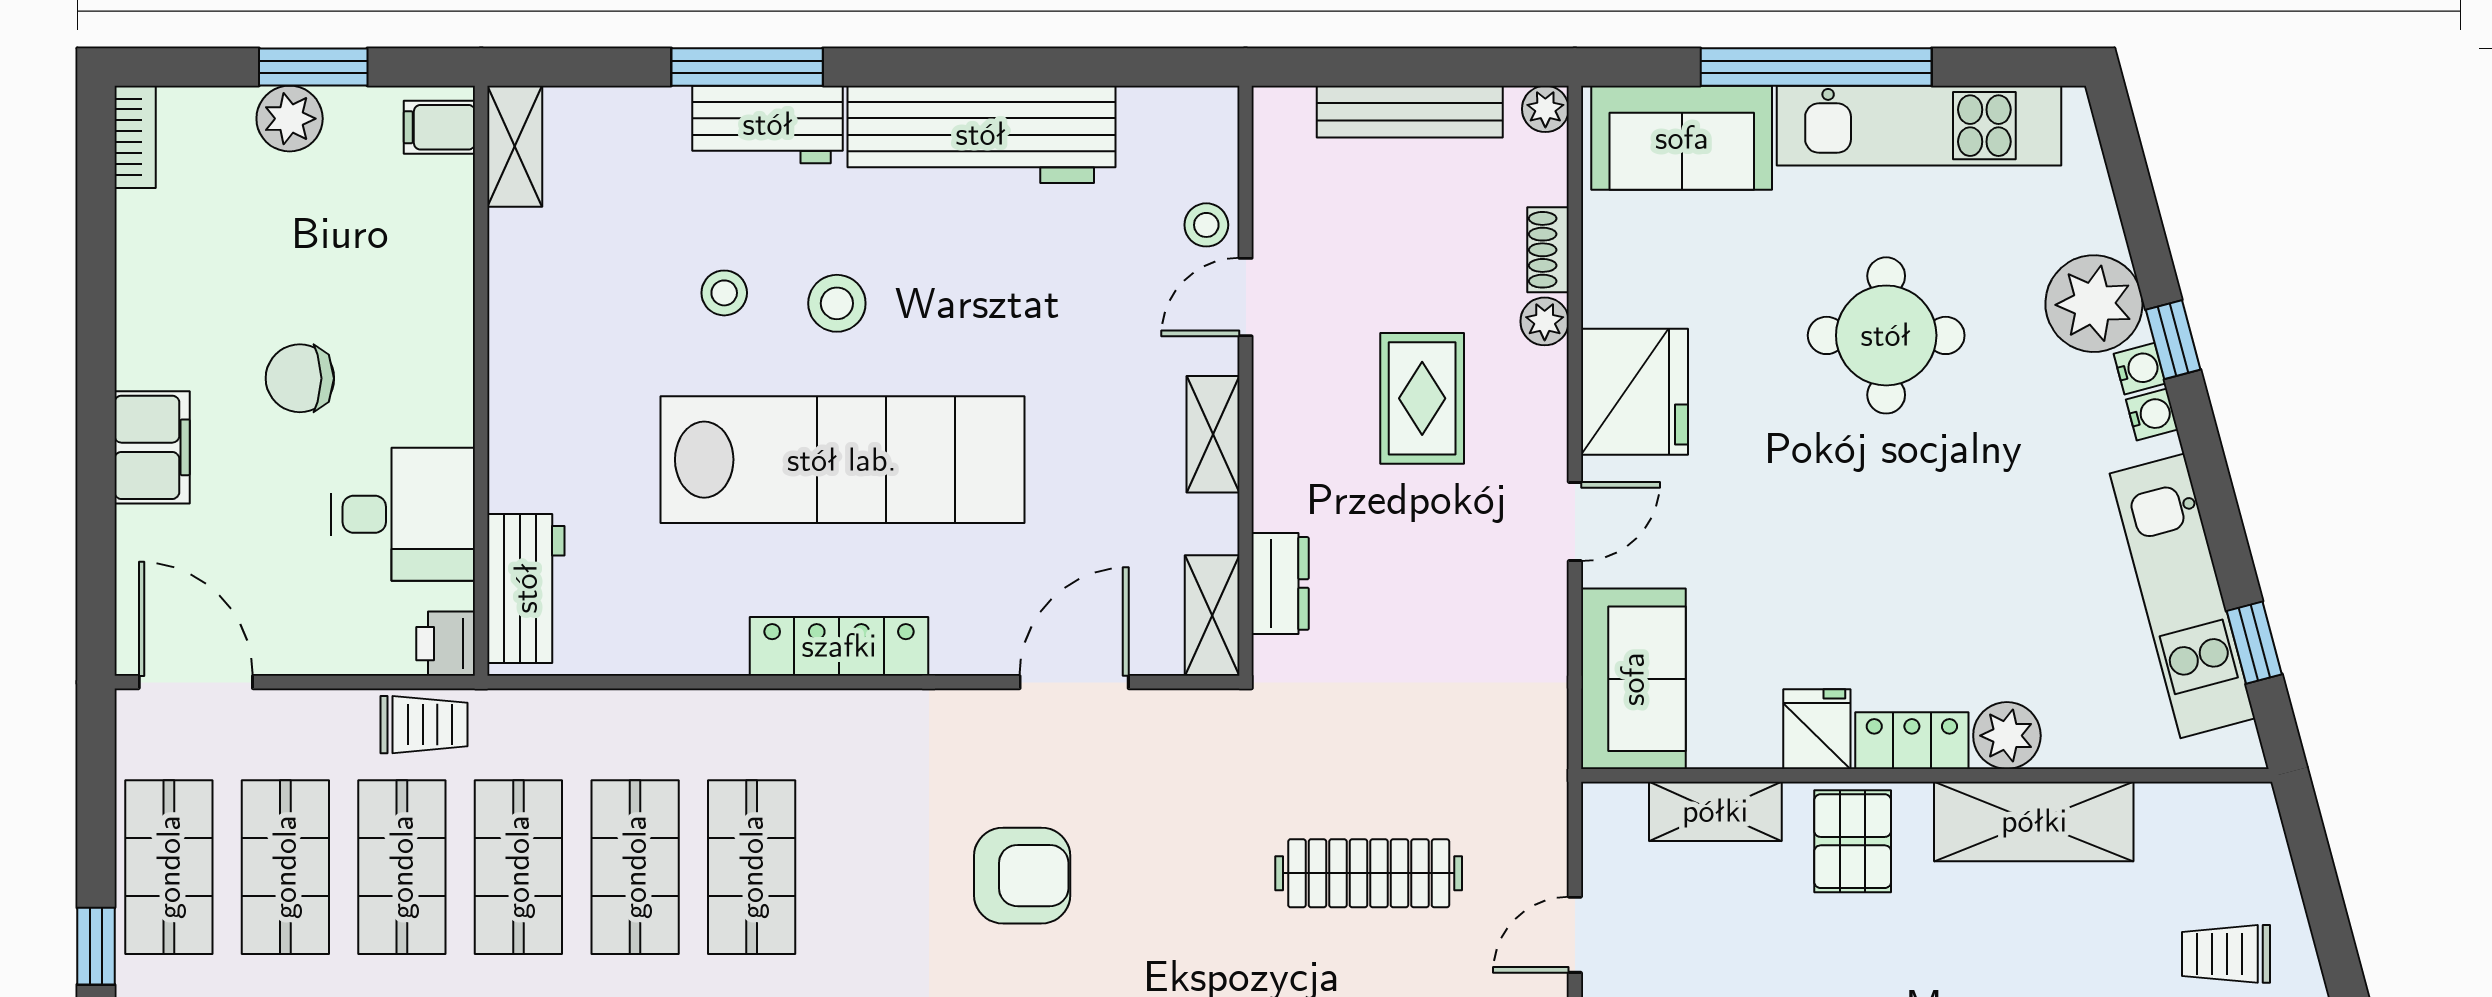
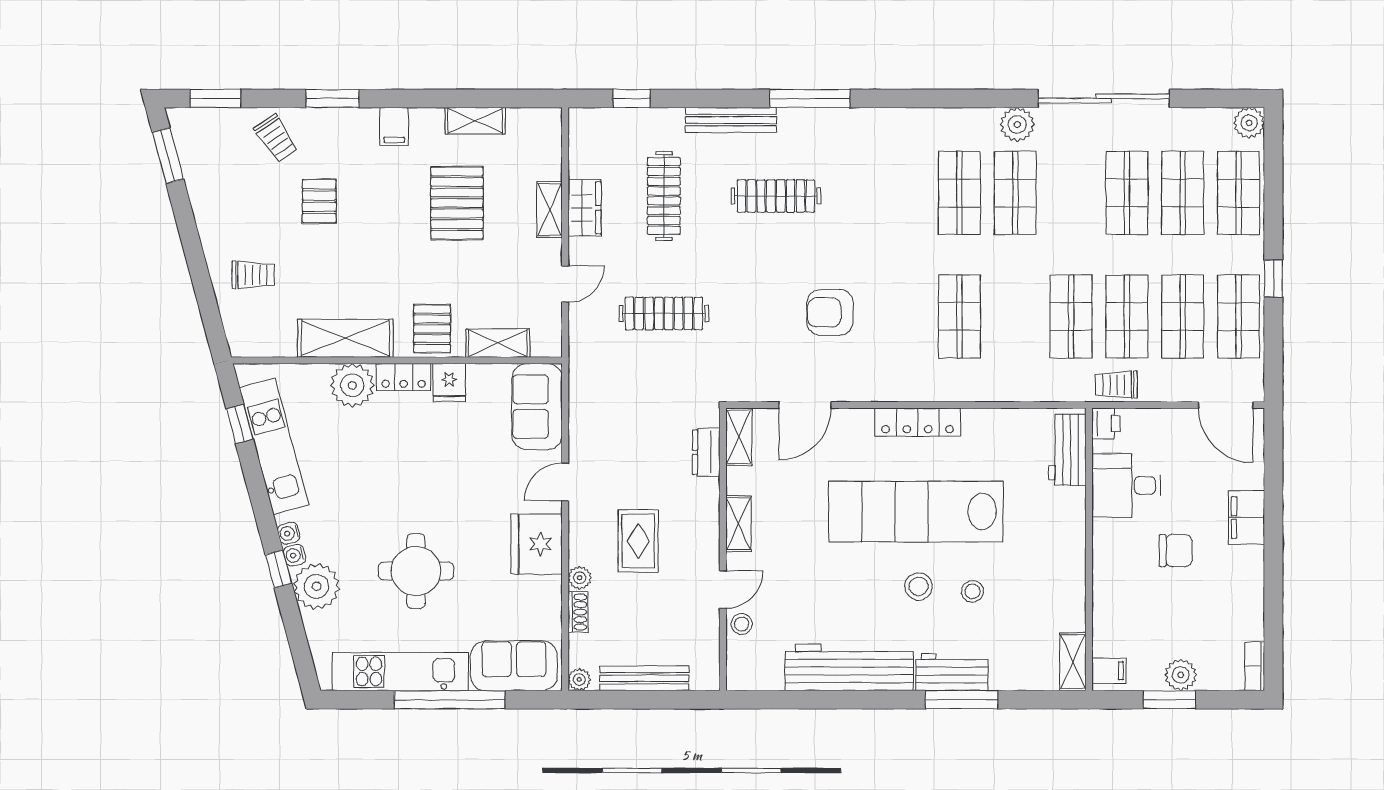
plant: (2007, 736) -> (352, 385), width x1.36, depth x1.36
shop shelf: (635, 867) -> (1015, 316), removed

